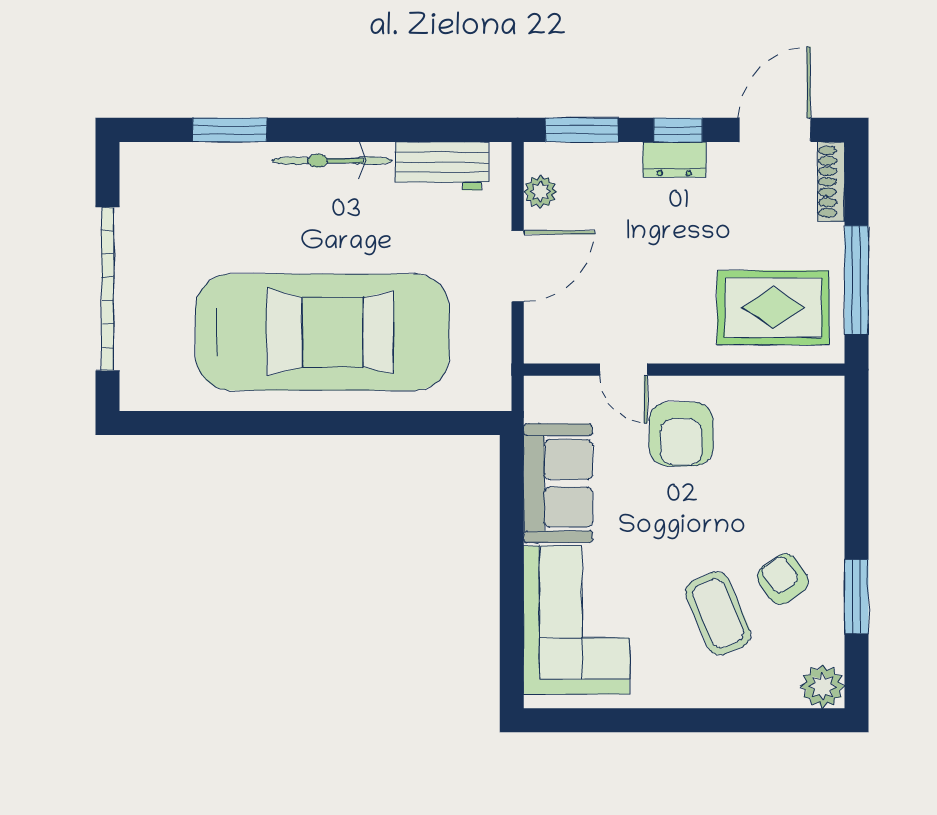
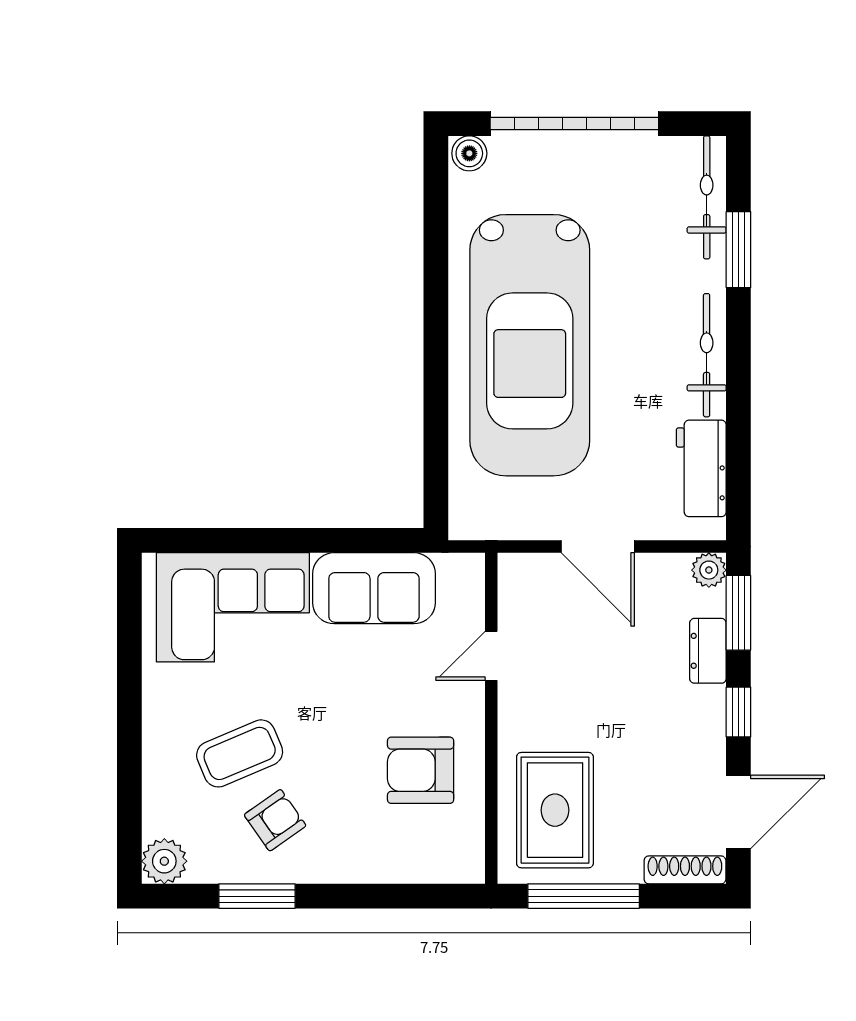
door: (775, 130) -> (738, 812), hinge flipped
dresser: (674, 159) -> (708, 651), moved
bicycle: (179, 161) -> (707, 197), added
plant: (540, 192) -> (709, 570), moved
boiler: (136, 391) -> (469, 153), added
armchair: (681, 434) -> (421, 770), moved

